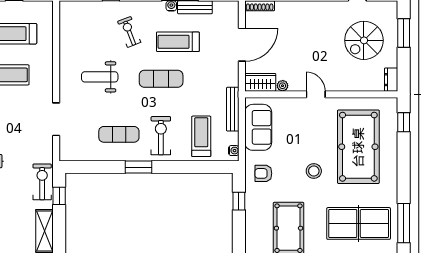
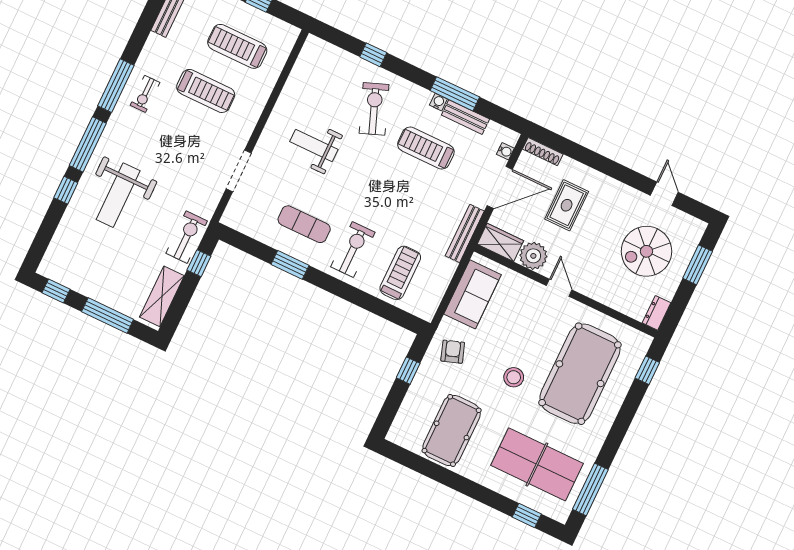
exercise bike: (129, 32) -> (374, 109), width x1.38, depth x1.39
rug: (294, 35) -> (567, 205), added
exercise mat: (161, 79) -> (385, 182), removed
plant: (283, 86) -> (533, 256), width x1.87, depth x1.87
bench: (233, 109) -> (465, 233), moved
water cooler: (234, 151) -> (505, 151), moved
window: (139, 167) -> (290, 265), moved
armchair: (263, 173) -> (453, 352), turned 71

